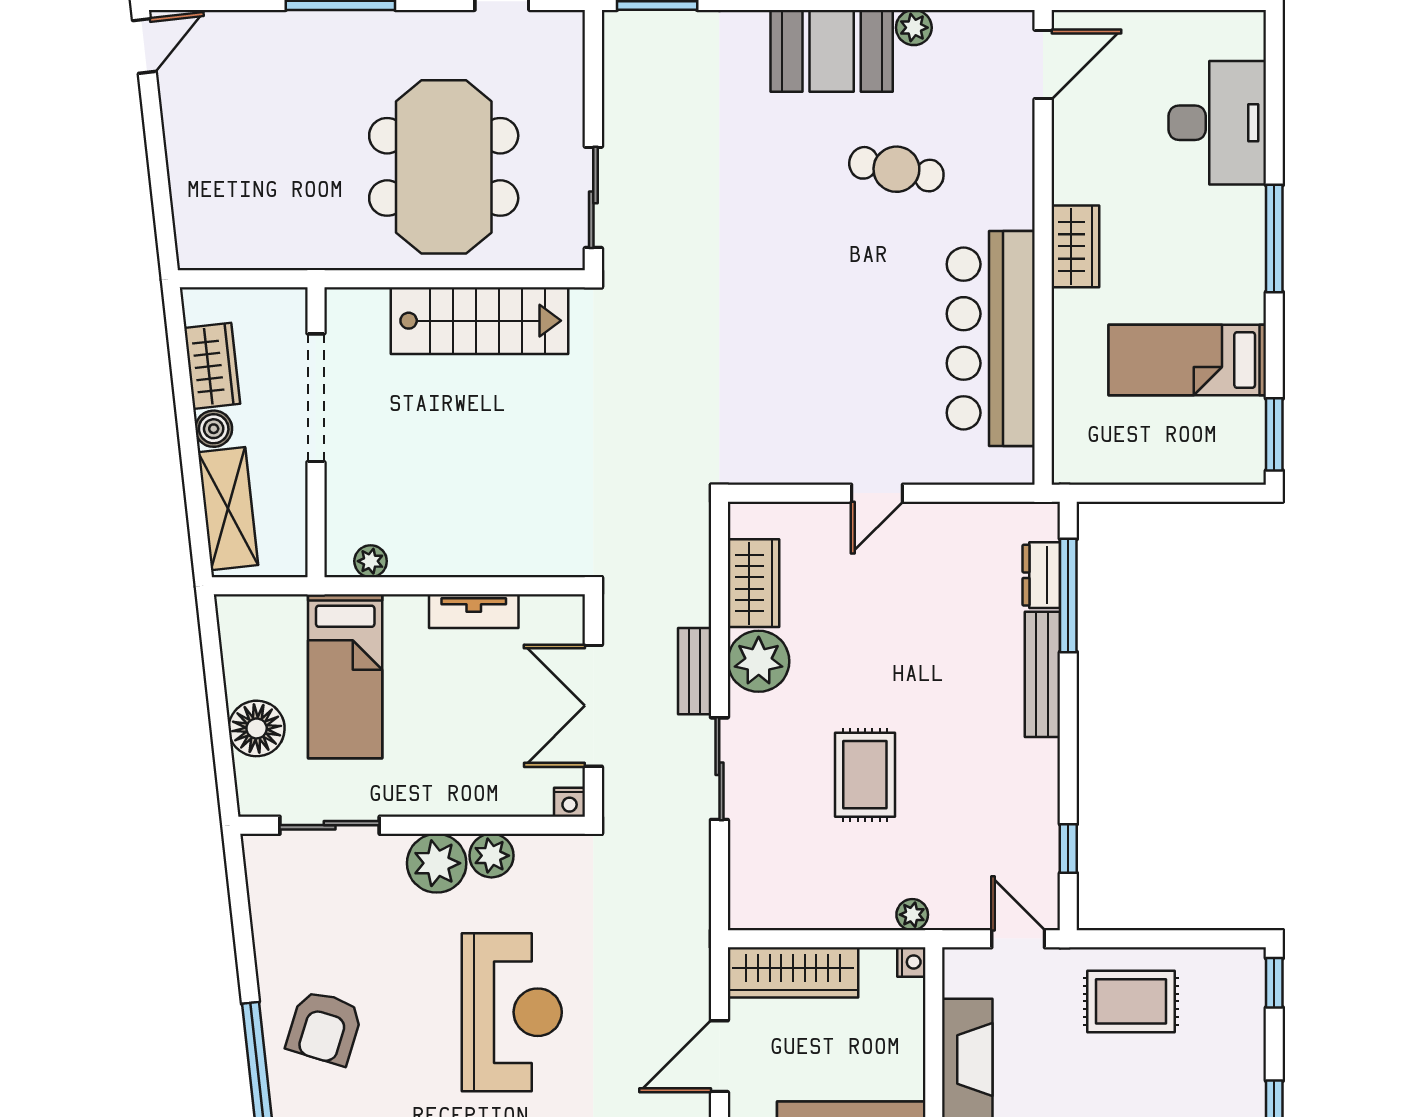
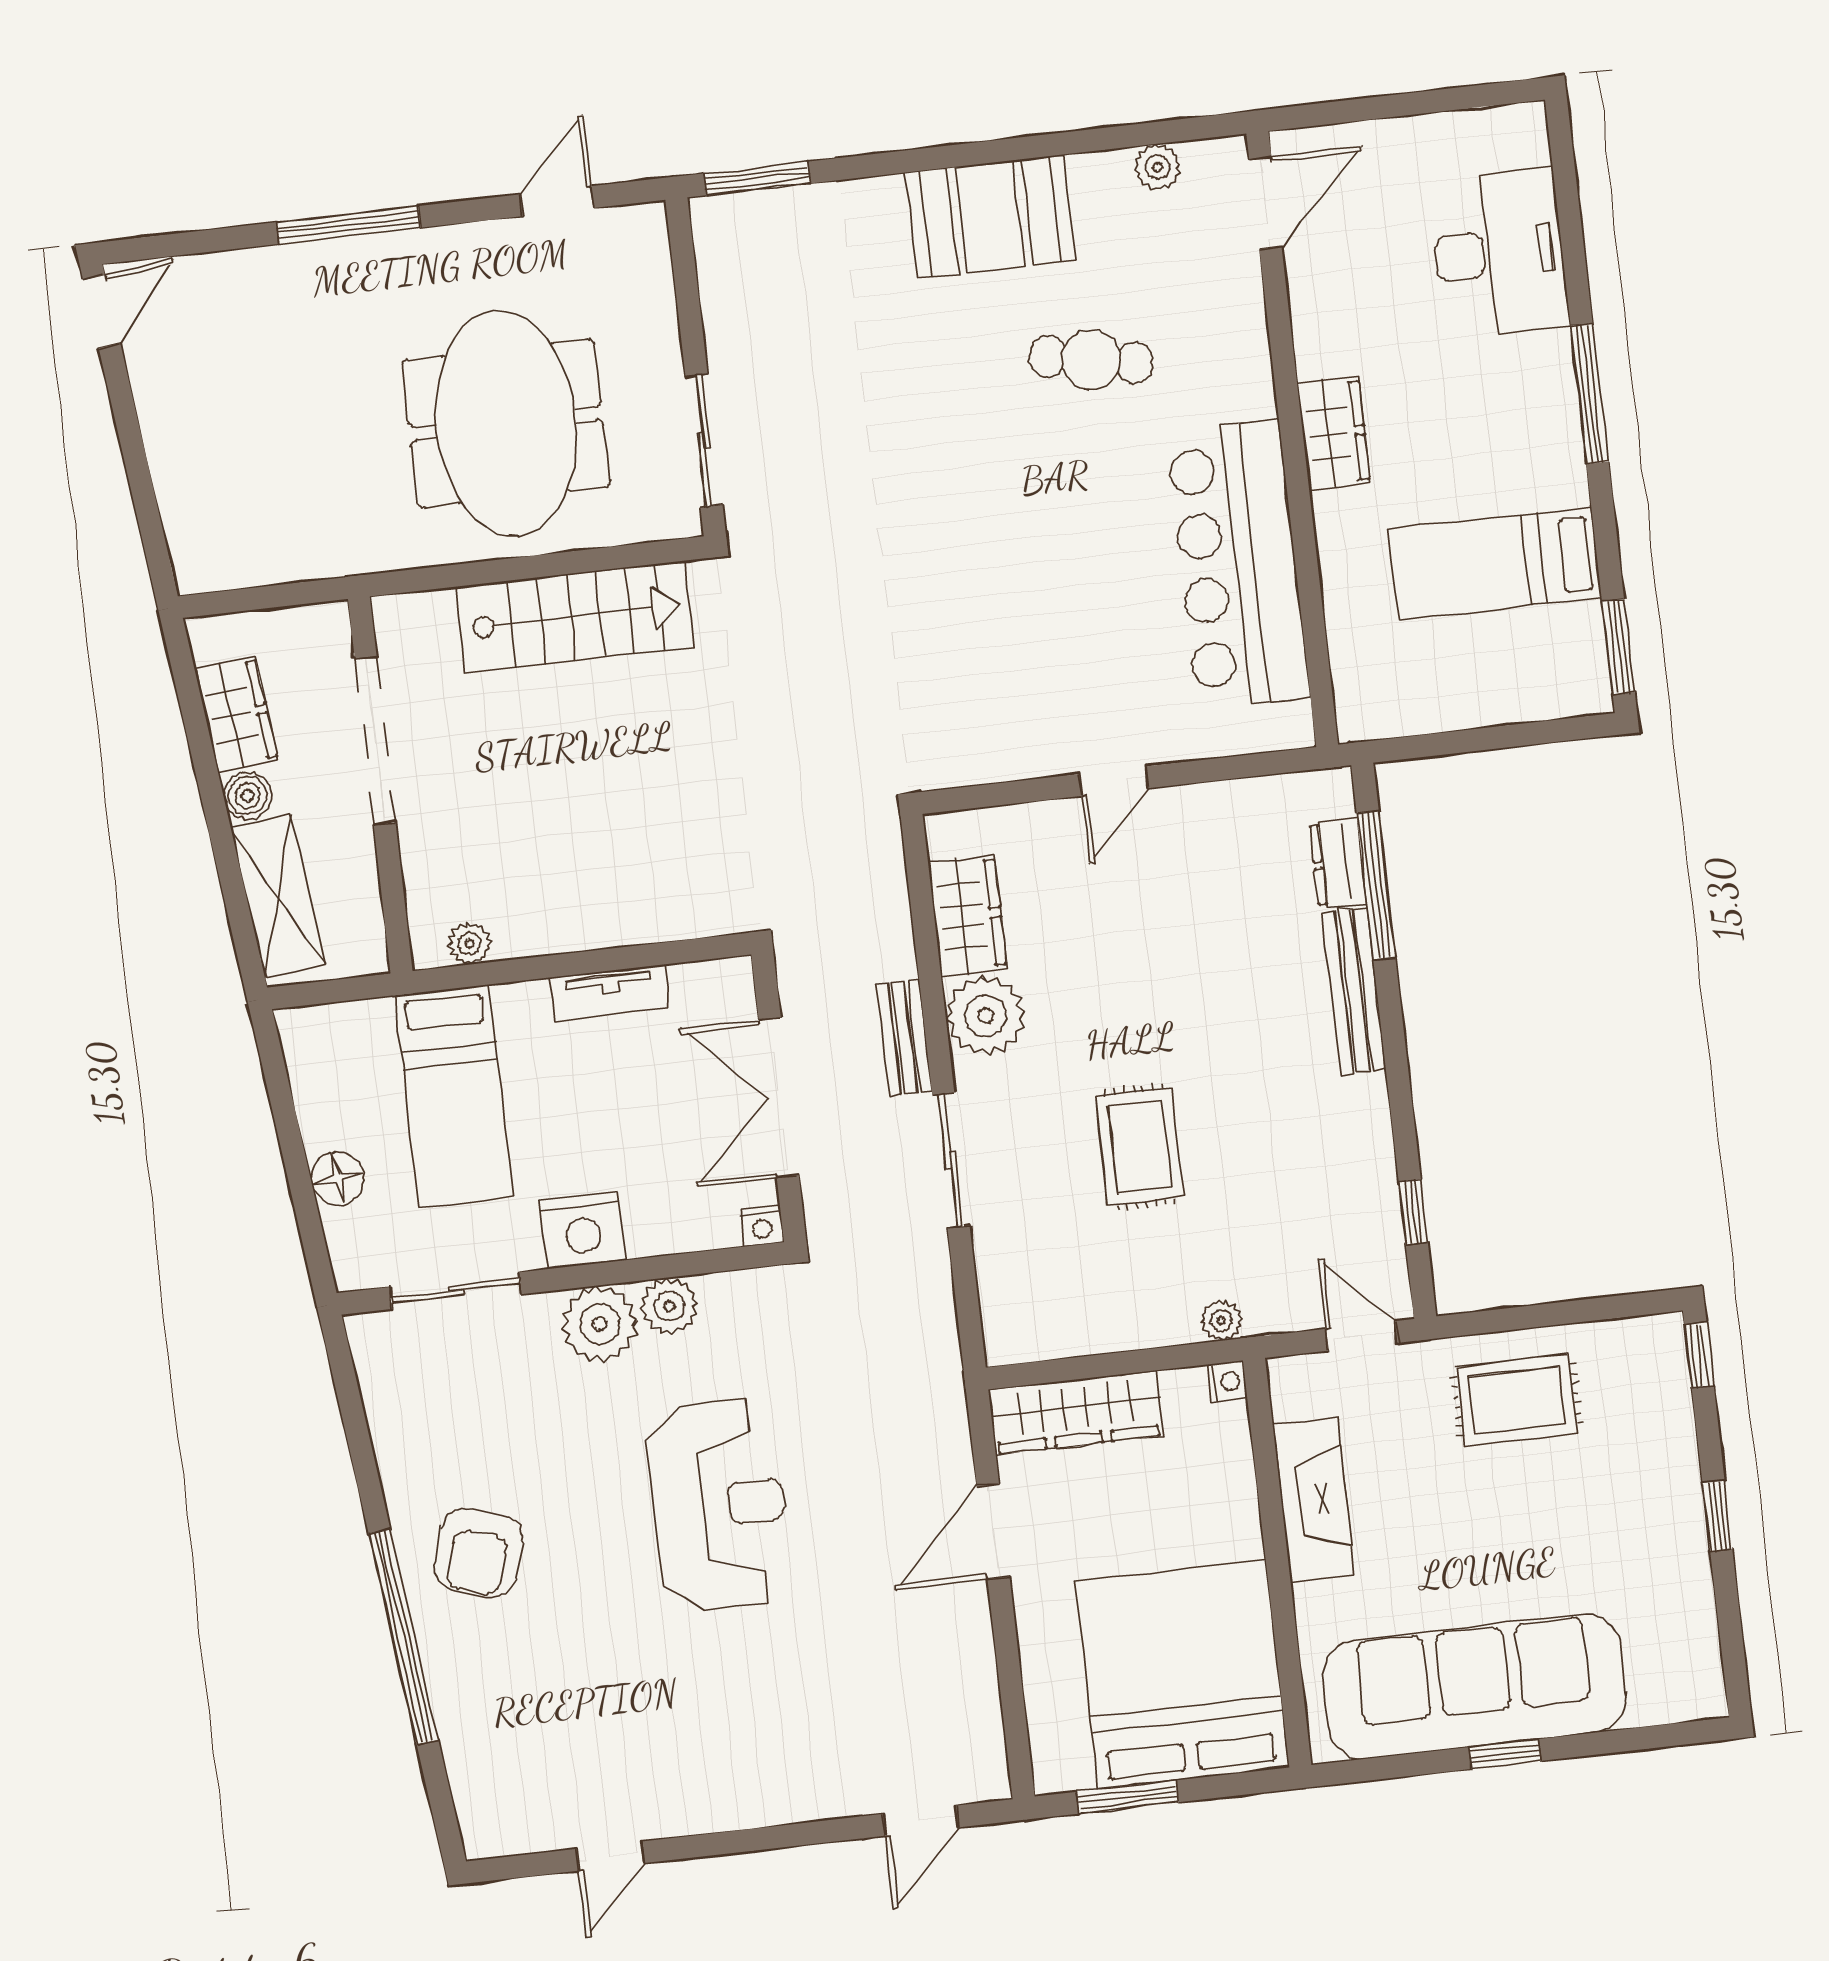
plant: (914, 28) -> (1158, 167), moved
floor lamp: (257, 728) -> (337, 1179), width x0.73, depth x0.73
nightstand: (432, 790) -> (583, 1230), added

